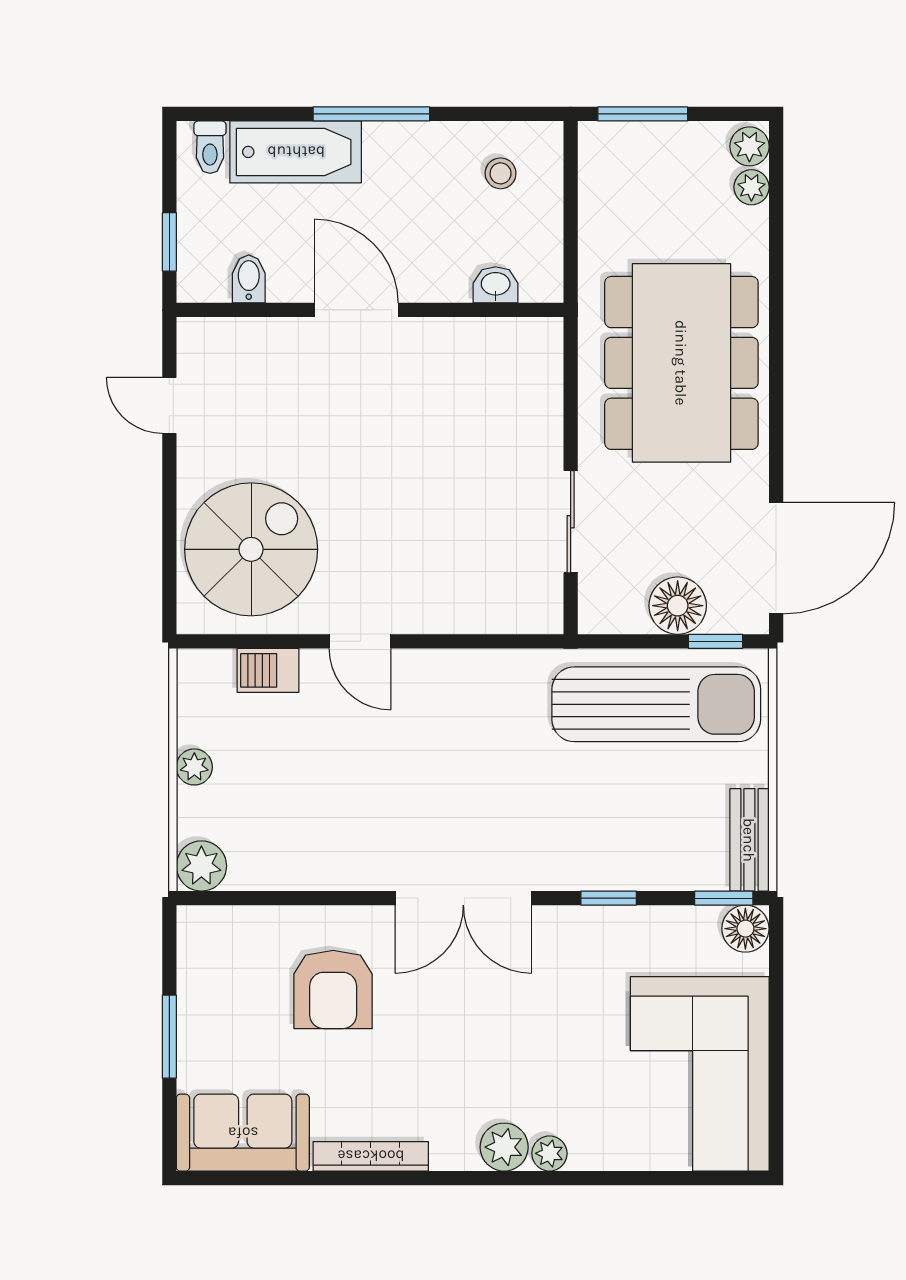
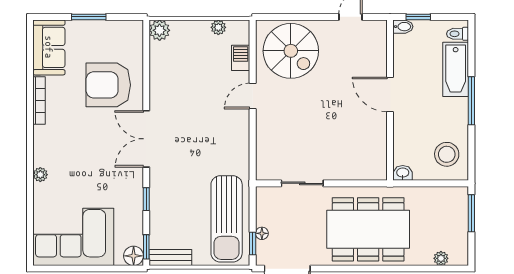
plant: (749, 146) -> (458, 258), removed
stool: (501, 173) -> (447, 154), width x1.89, depth x1.89
bidet: (249, 279) -> (403, 27), moved
washbasin: (496, 285) -> (403, 173), moved, turned -90
door: (356, 310) -> (390, 94), swing flipped
floor lamp: (678, 606) -> (262, 233), width x0.53, depth x0.53
plant: (194, 767) -> (218, 27), moved
armchair: (333, 990) -> (108, 85), width x1.36, depth x1.36
plant: (504, 1147) -> (43, 156), removed

